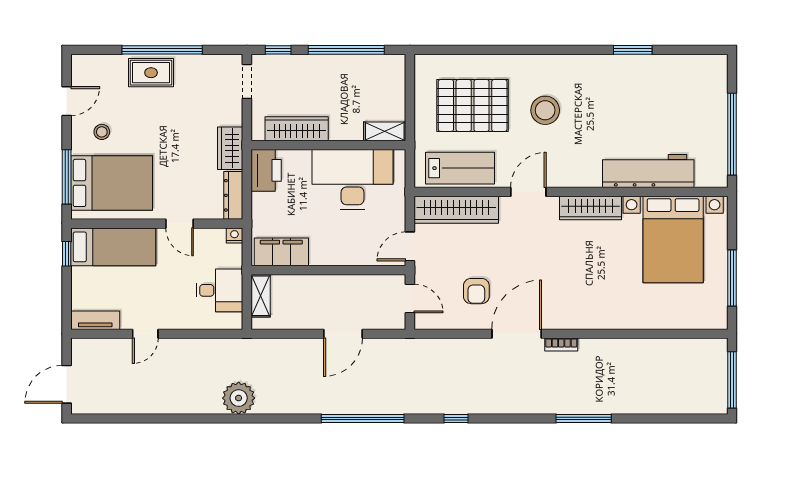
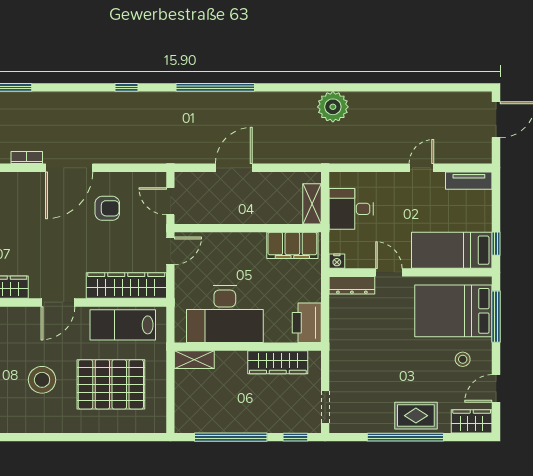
wardrobe: (230, 148) -> (472, 421), moved, turned -90
dresser: (233, 195) -> (352, 285), moved, turned 90
armchair: (476, 291) -> (107, 208), turned 90

